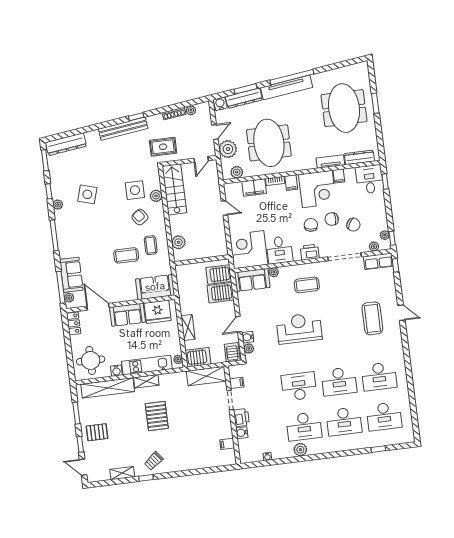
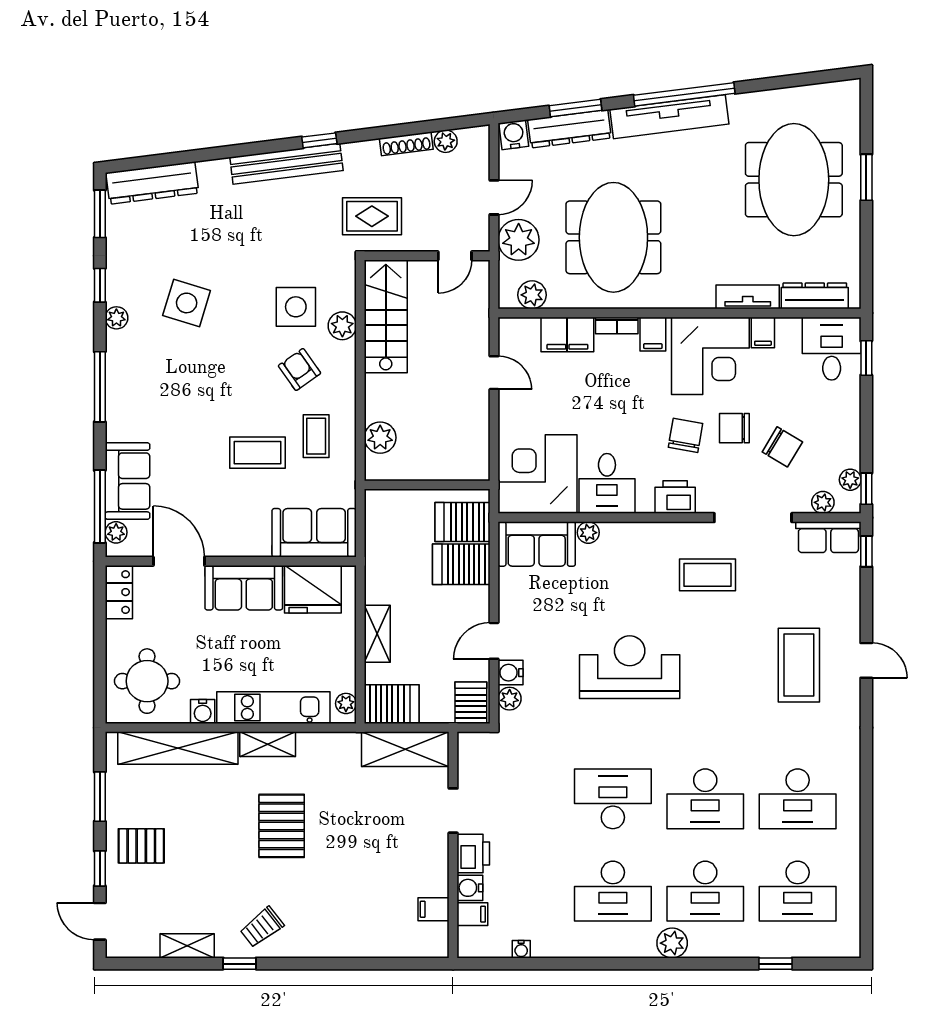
coffee table: (307, 285) -> (708, 575), moved
filing cabinet: (237, 383) -> (472, 914), moved
plant: (300, 450) -> (672, 943), moved

